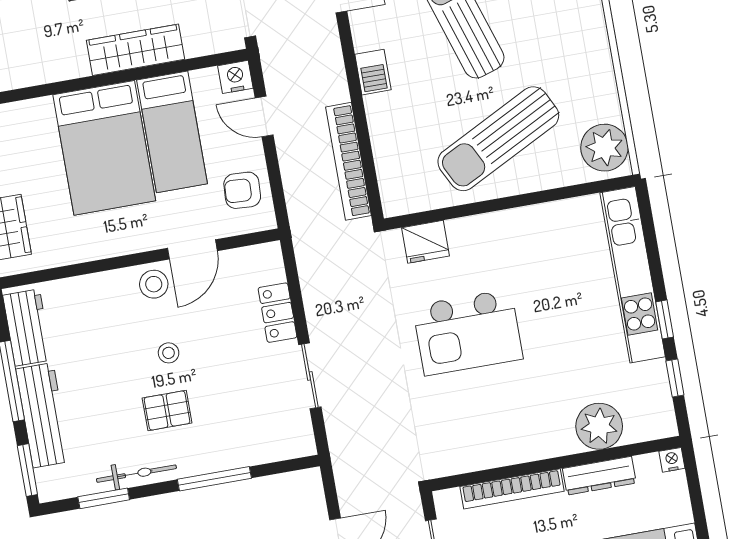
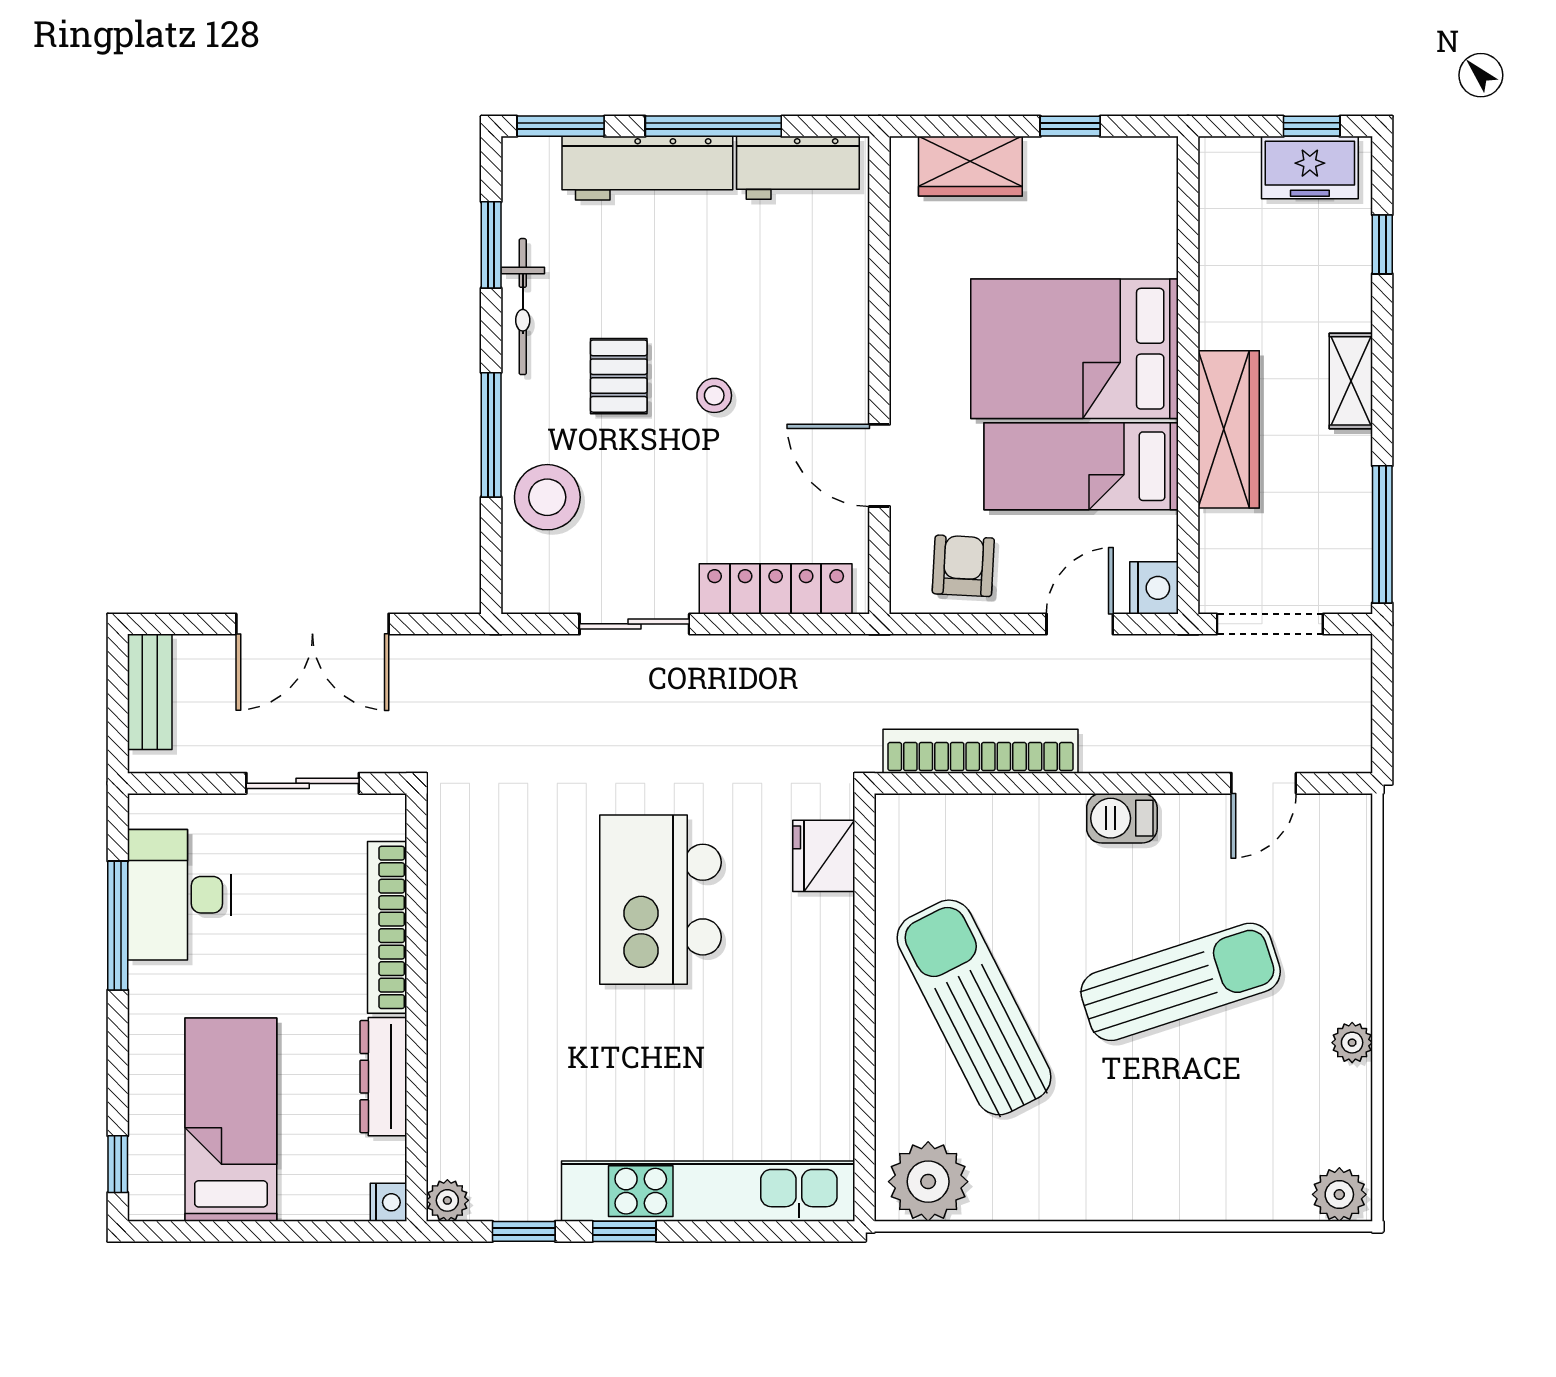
stool: (154, 284) -> (547, 497), moved, width x1.38, depth x1.38
locker: (278, 313) -> (776, 589), width x1.53
plant: (599, 426) -> (447, 1200), moved, width x0.53, depth x0.53

